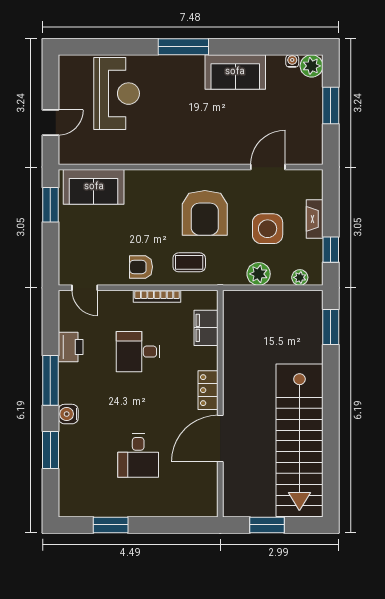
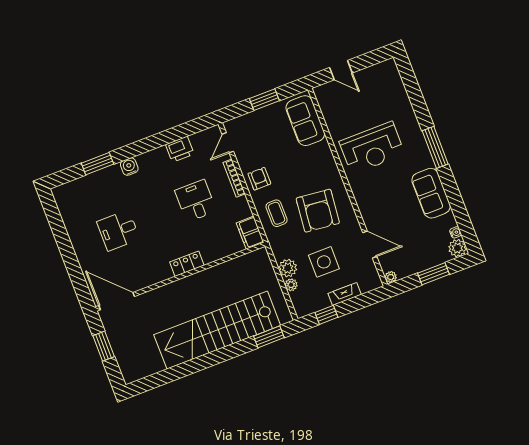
reception desk: (117, 94) -> (372, 148), moved
plant: (315, 157) -> (391, 277), added
window: (50, 205) -> (264, 100), moved
armchair: (205, 213) -> (318, 211), turned -84
plant: (300, 277) -> (291, 285), moved
bookcase: (157, 296) -> (234, 178), moved
filing cabinet: (206, 328) -> (250, 233), moved, turned -90
window: (50, 380) -> (149, 144), removed
door: (220, 439) -> (117, 301), moved
stairs: (299, 440) -> (217, 330), moved
window: (111, 525) -> (59, 230), removed

